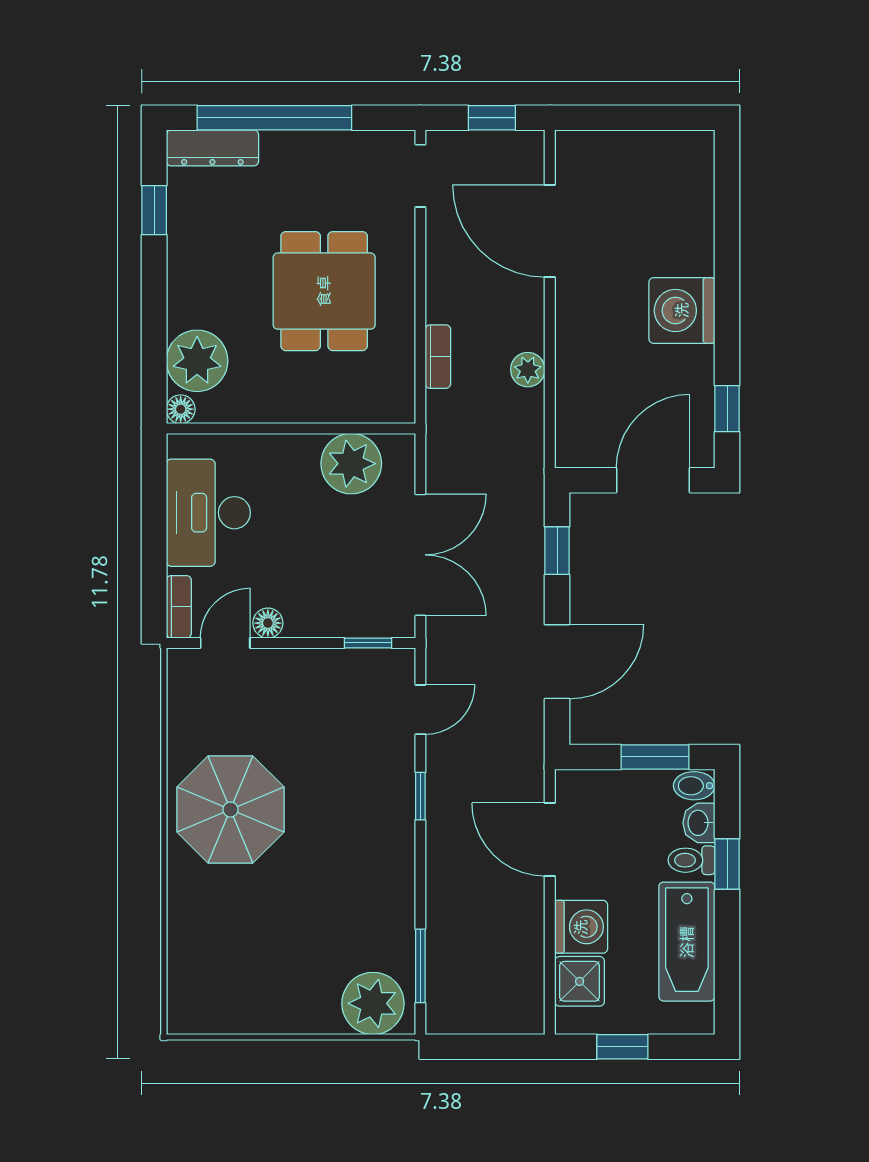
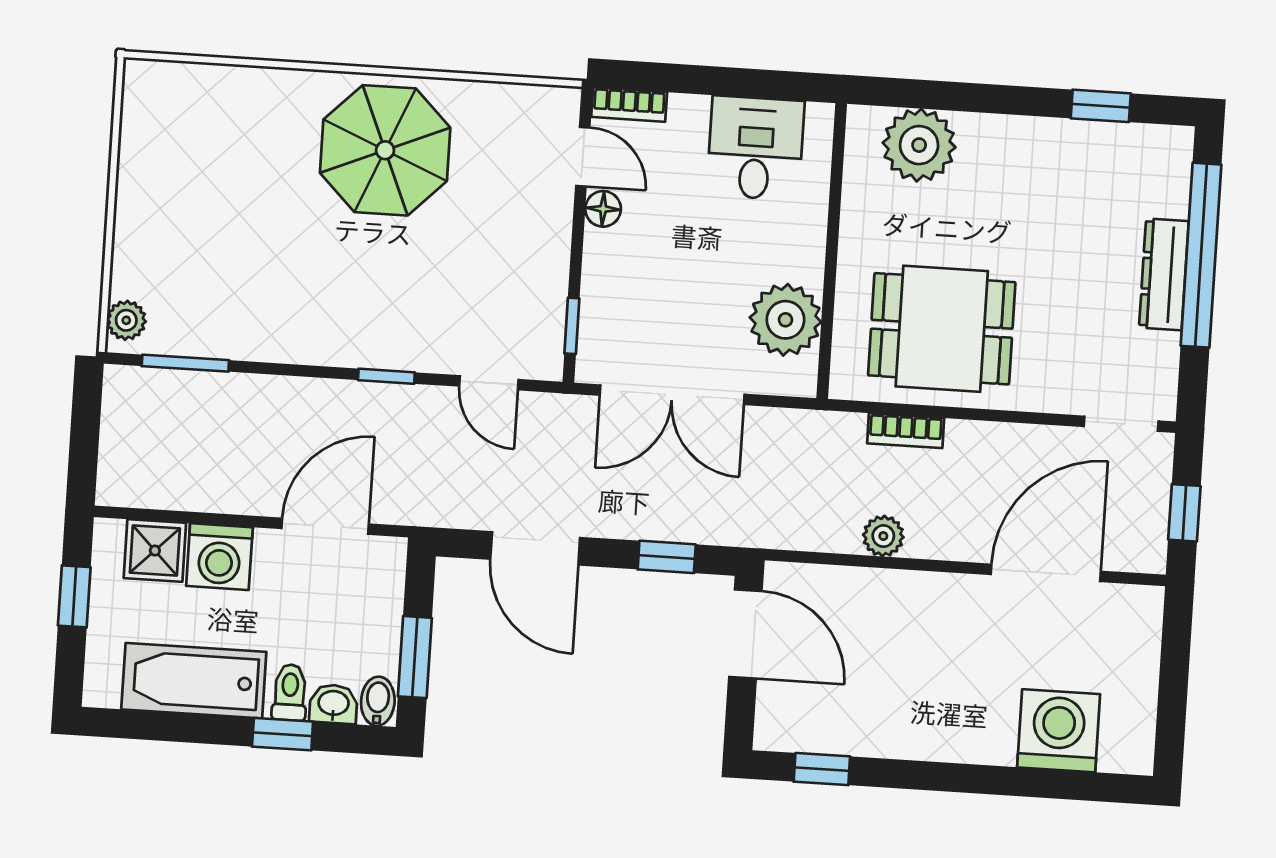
dresser: (212, 148) -> (1164, 274), moved
dining table: (324, 291) -> (942, 329), moved
washing machine: (682, 310) -> (1059, 731), moved
floor lamp: (181, 409) -> (863, 122), removed
door: (653, 480) -> (745, 634), moved
desk: (208, 513) -> (756, 148), width x0.73
plant: (373, 1003) -> (126, 320), width x0.53, depth x0.53

